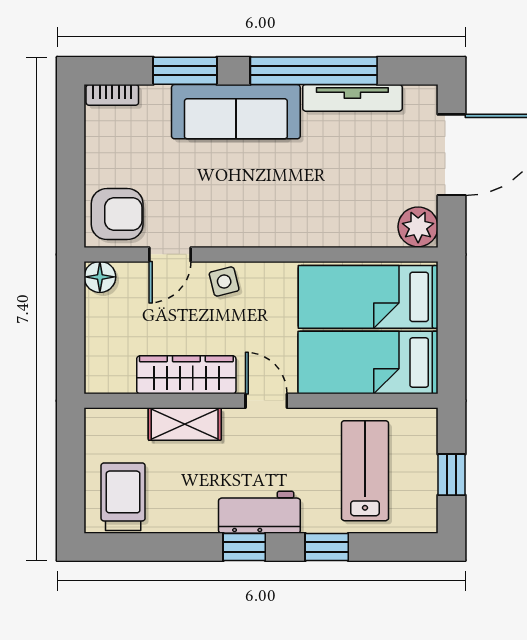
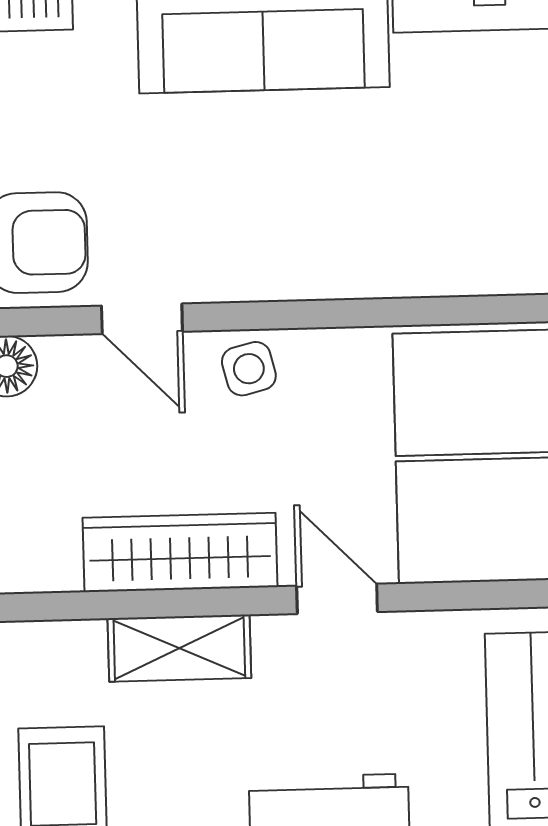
door: (170, 254) -> (142, 319), hinge flipped

